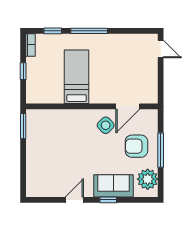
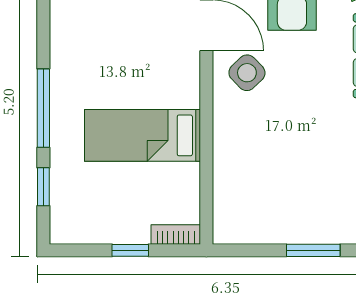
bookcase: (31, 45) -> (176, 235), moved
window: (23, 126) -> (313, 250), moved

